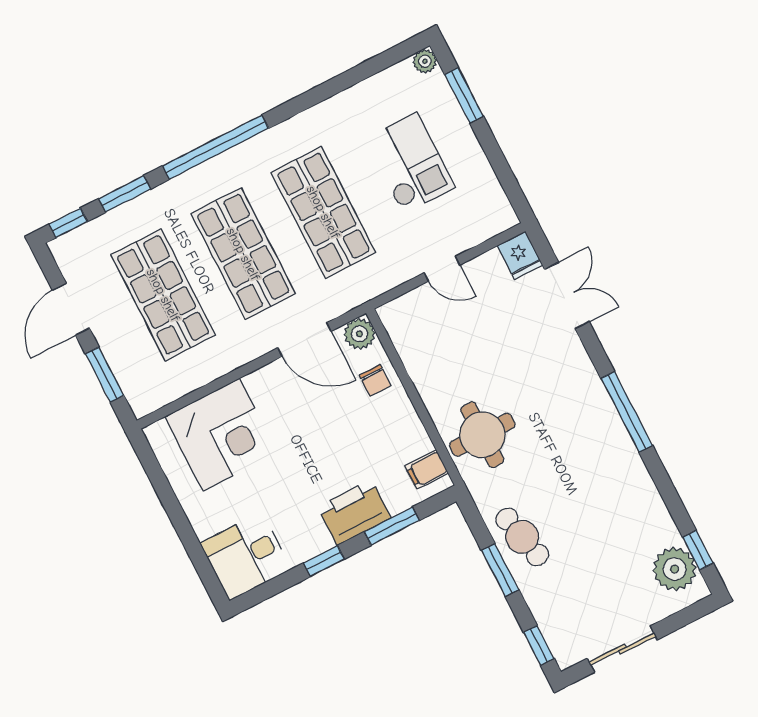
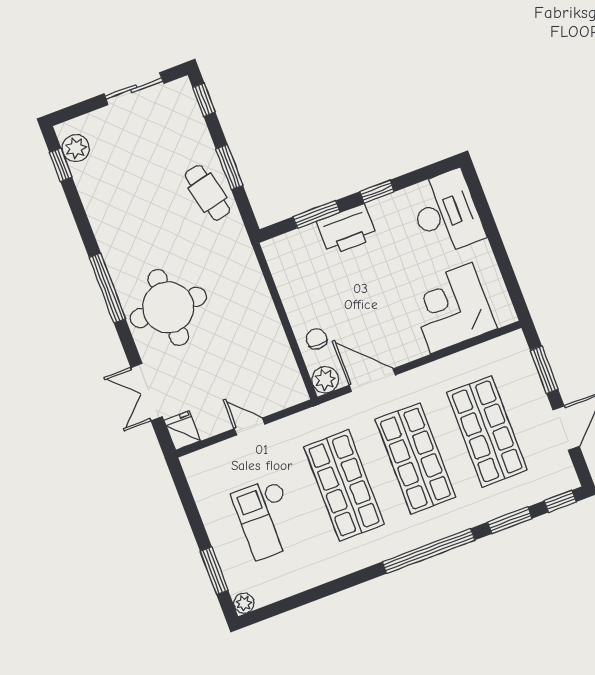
round table: (482, 435) -> (168, 307), moved, width x1.36, depth x1.36
filing cabinet: (427, 470) -> (282, 259), removed
desk: (246, 556) -> (446, 213), width x1.37
plant: (675, 569) -> (76, 148), width x0.73, depth x0.73

